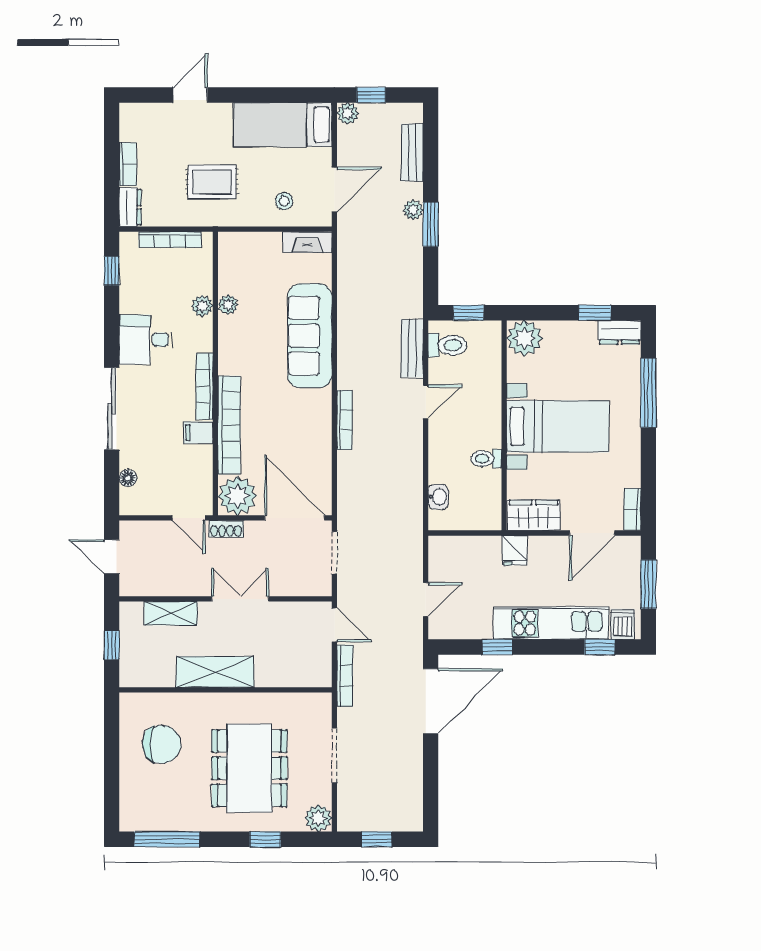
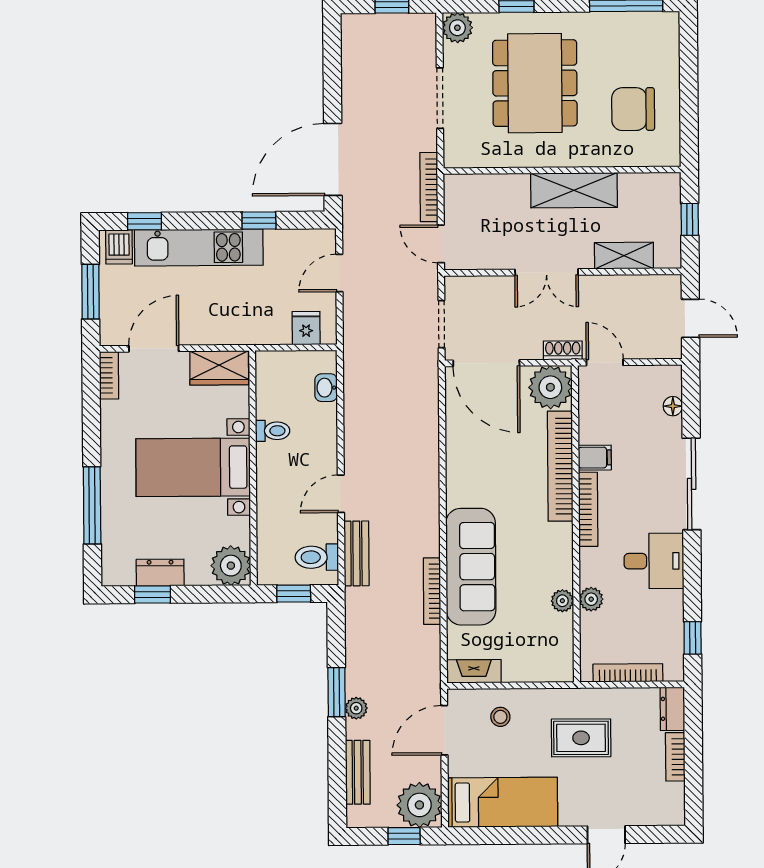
plant: (348, 113) -> (419, 805), width x1.88, depth x1.88
dresser: (619, 332) -> (160, 573), moved
bookcase: (345, 420) -> (432, 591), moved
fridge: (515, 550) -> (306, 328), moved

